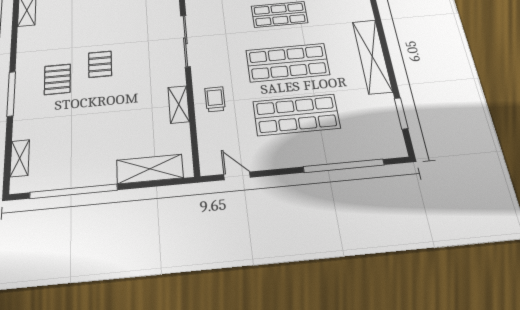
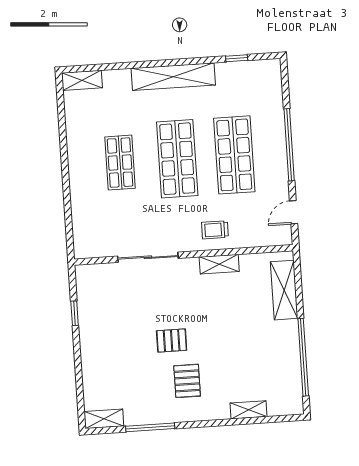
pallet: (57, 79) -> (187, 381), turned 90
window: (11, 94) -> (150, 427), moved
window: (401, 113) -> (237, 58), width x0.67
shelving: (20, 158) -> (248, 410), moved
window: (344, 166) -> (289, 145), moved

